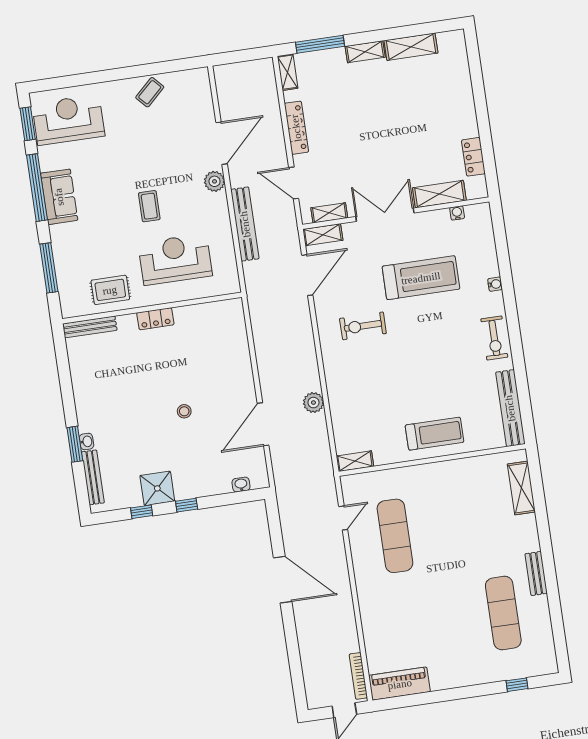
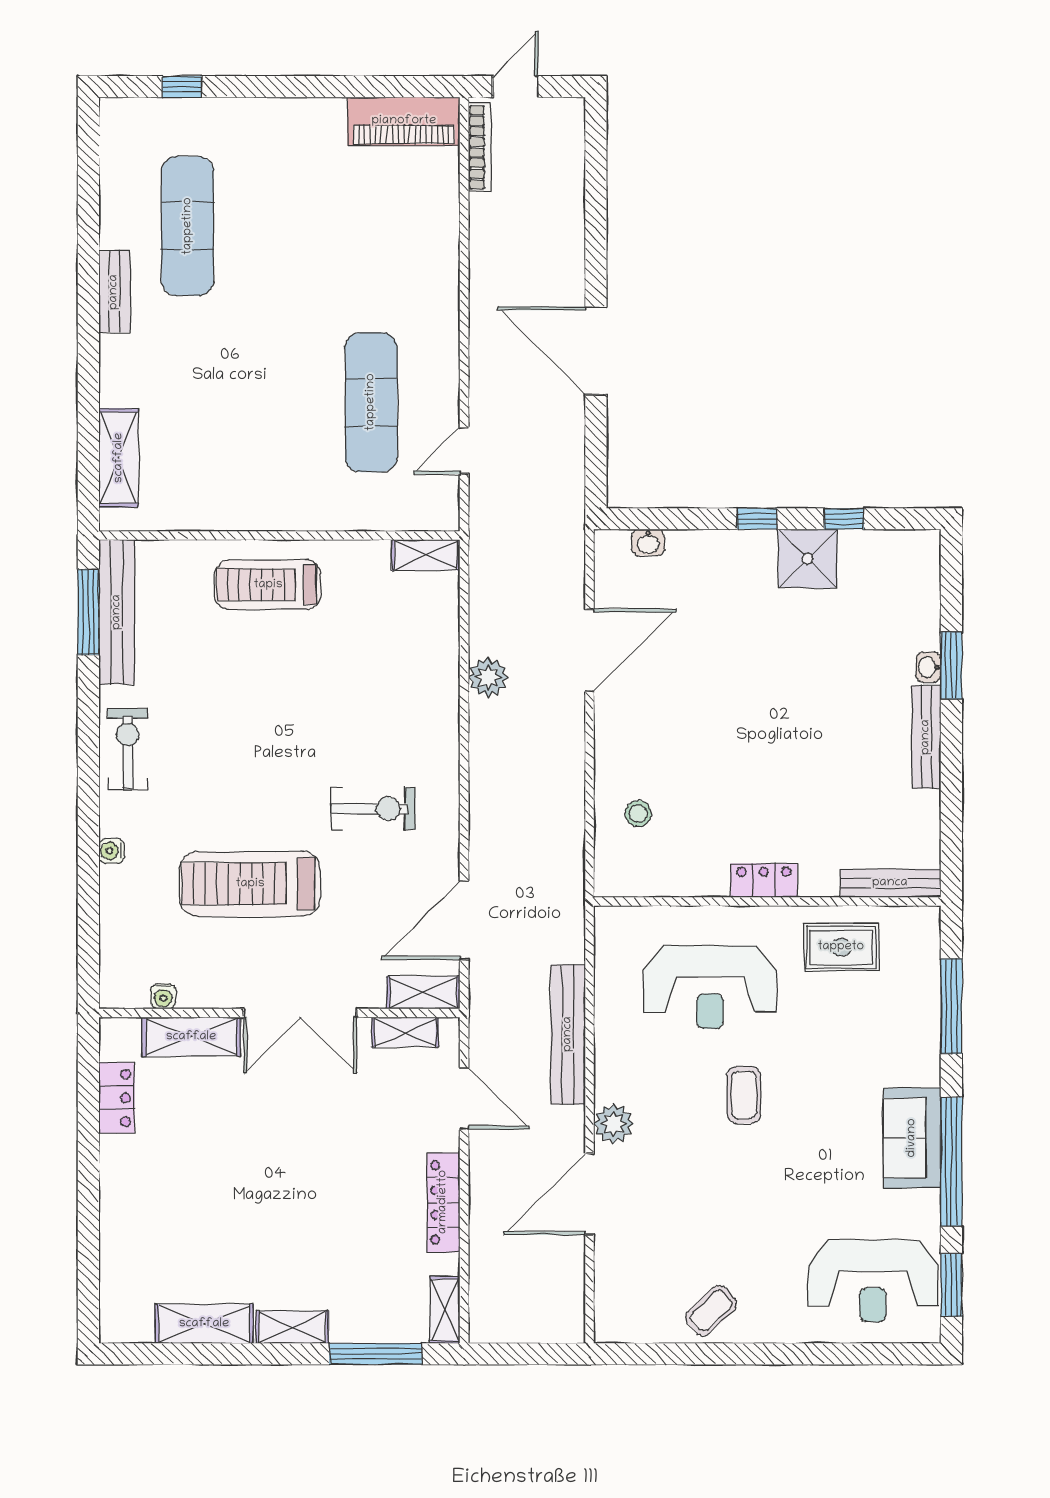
window: (525, 406) -> (88, 612), added
stool: (184, 411) -> (638, 814), moved
bench: (93, 477) -> (926, 737), moved

